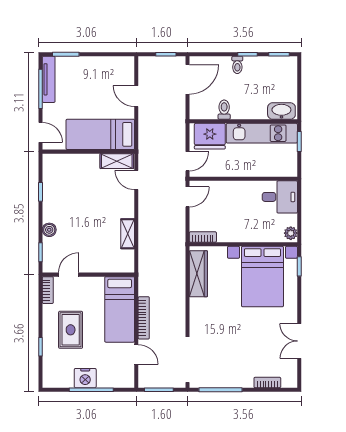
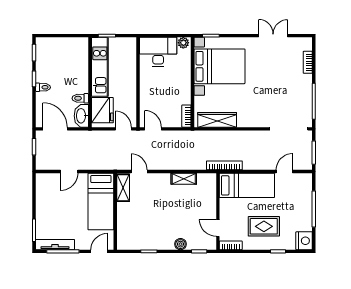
washbasin: (281, 111) -> (81, 116), moved
door: (136, 180) -> (139, 171), swing flipped
desk: (280, 197) -> (158, 52), width x1.37
bookcase: (144, 318) -> (224, 165), moved
double door: (299, 341) -> (273, 36), swing flipped
nightstand: (85, 378) -> (304, 241), moved

